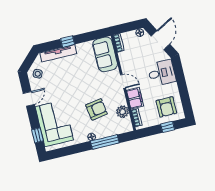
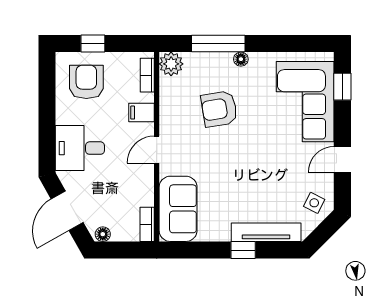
door: (123, 81) -> (157, 150), hinge flipped
filing cabinet: (135, 98) -> (141, 113), width x0.50
plant: (123, 112) -> (171, 64), moved

